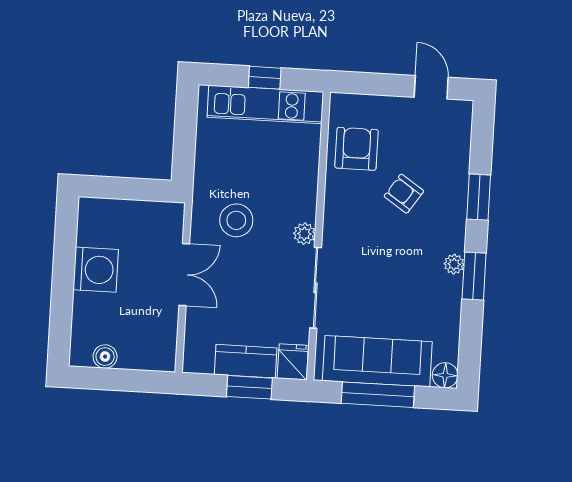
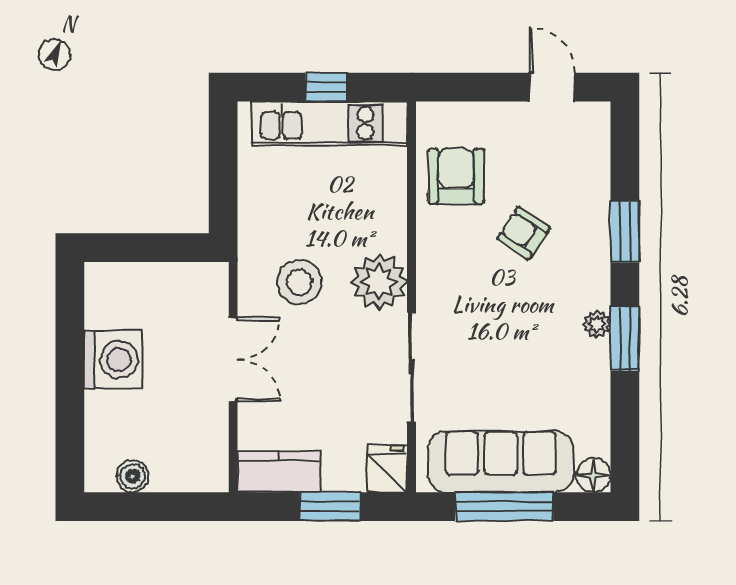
plant: (304, 234) -> (379, 282), width x1.88, depth x1.88
kitchen counter: (246, 361) -> (279, 472), moved

